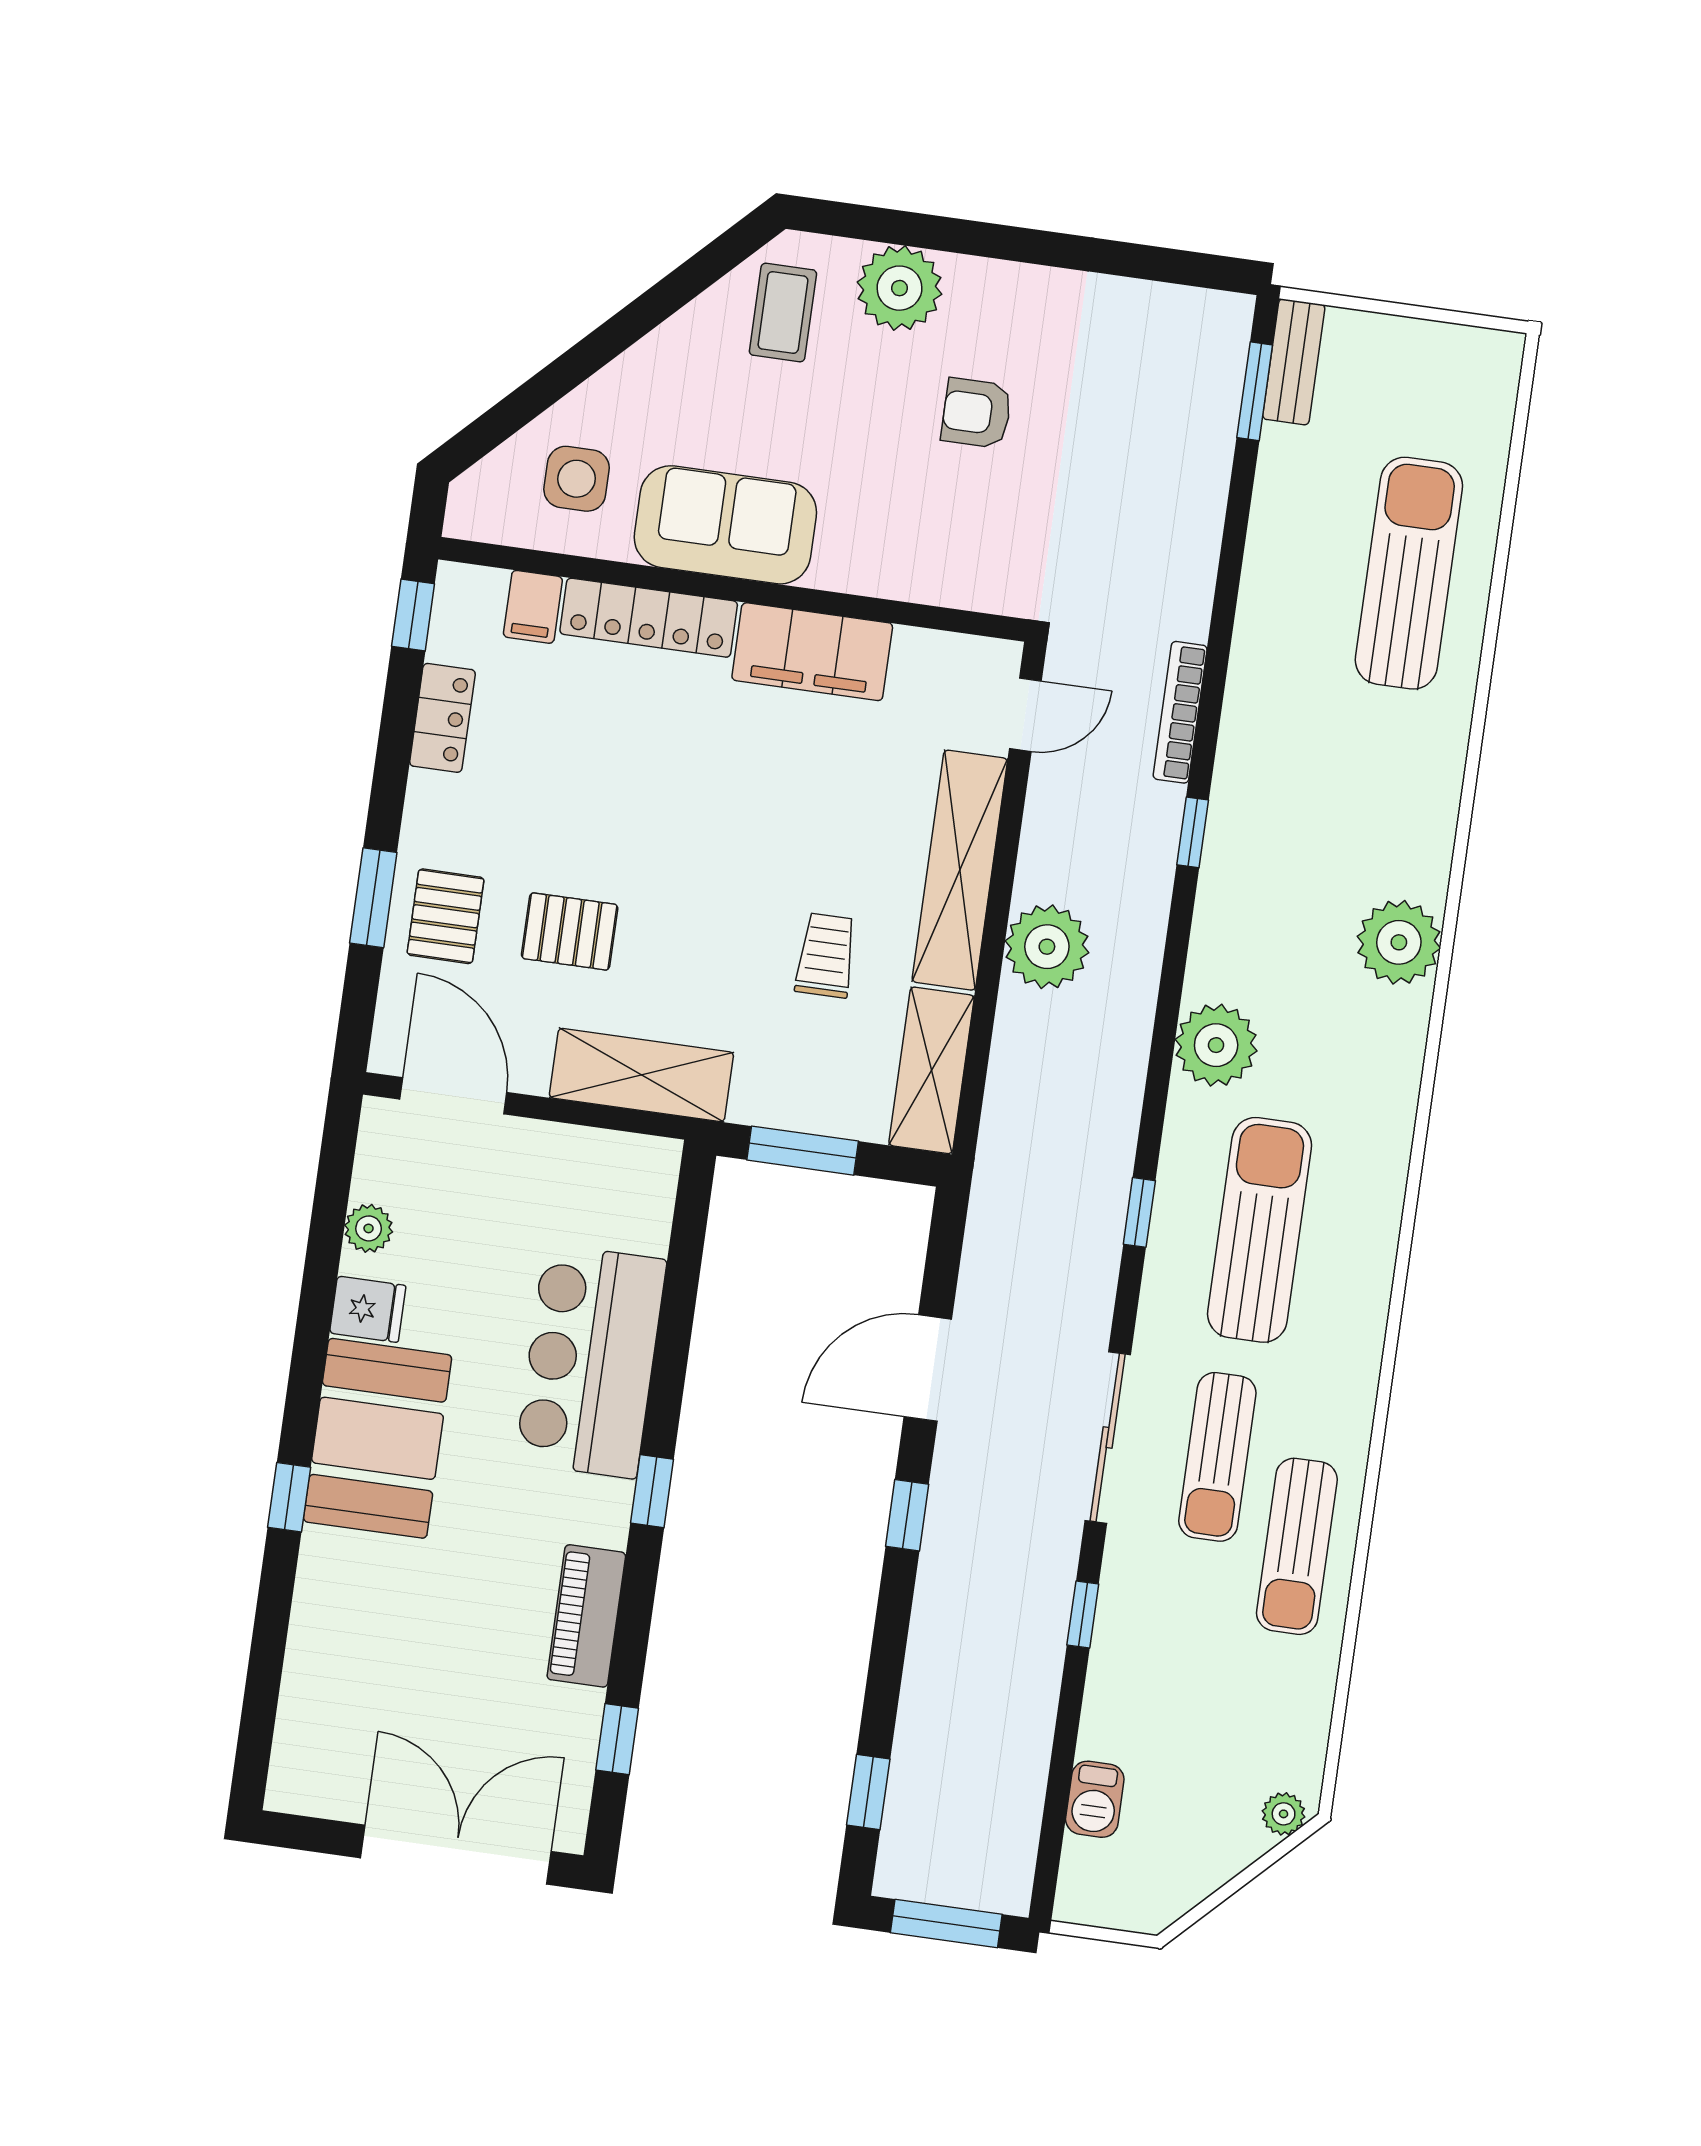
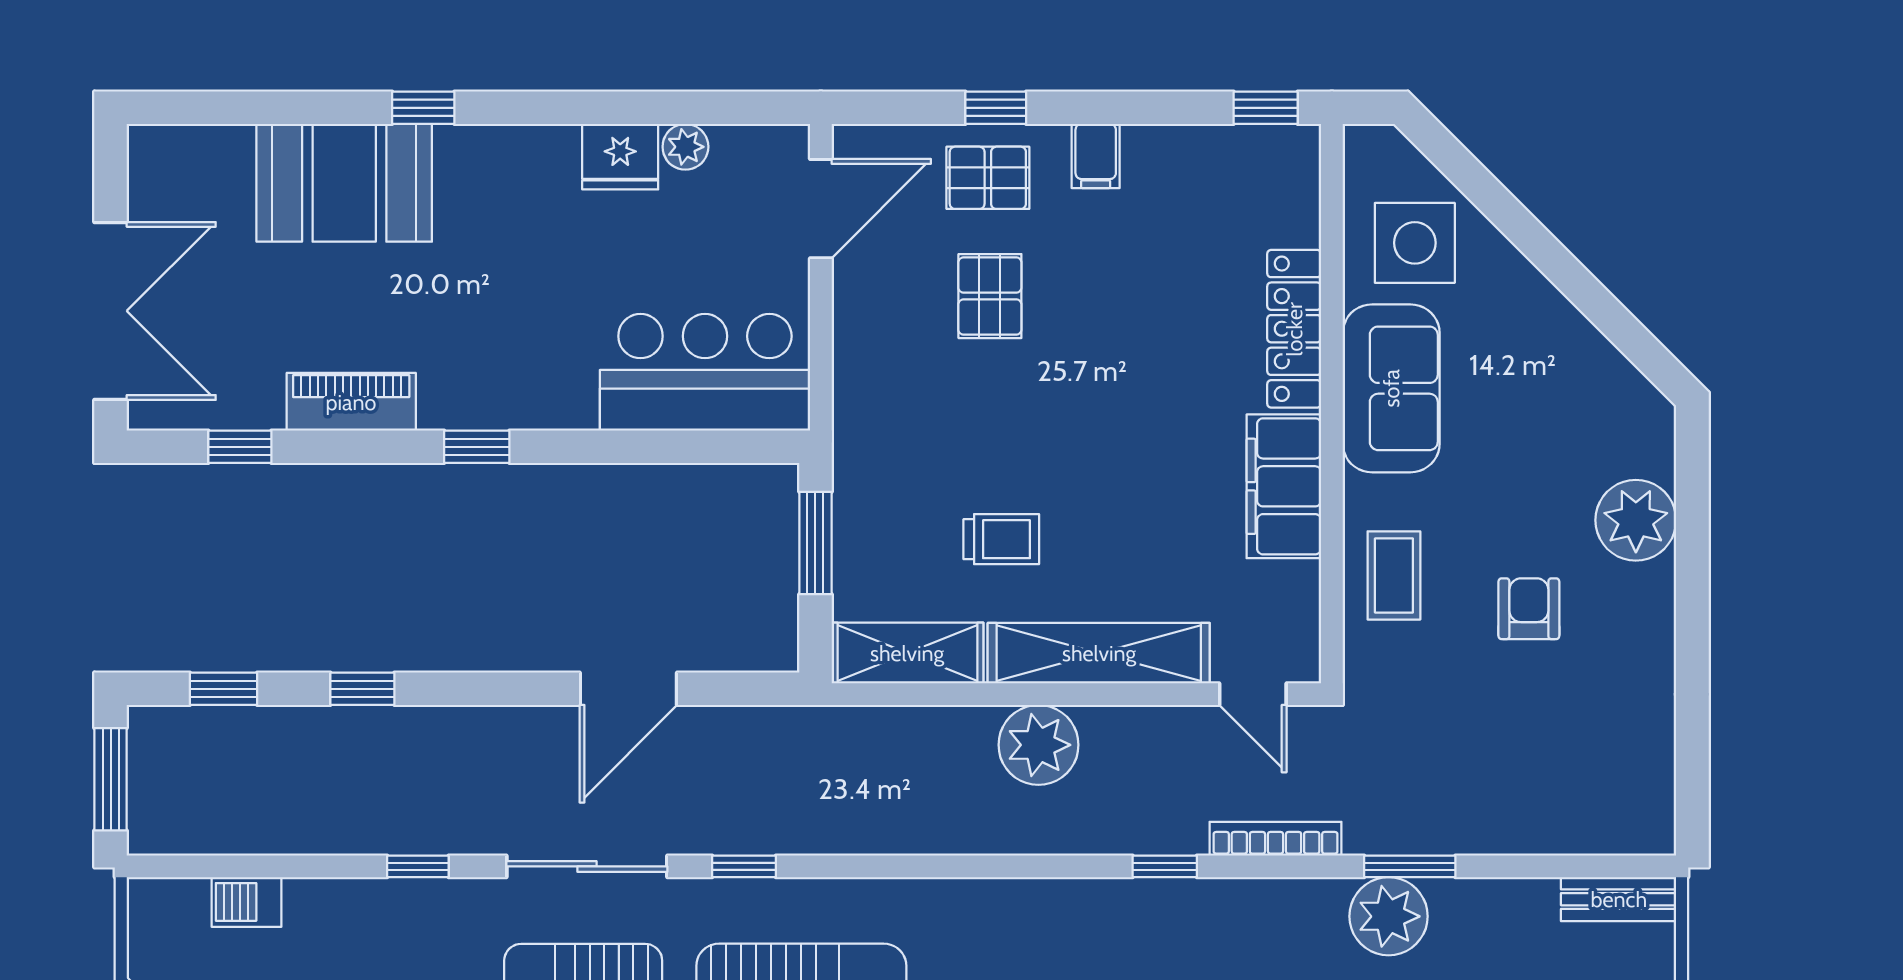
coffee table: (783, 312) -> (1394, 575), moved, turned 90
window: (1255, 391) -> (1410, 866), moved
side table: (577, 479) -> (1415, 243), width x1.37, depth x1.37
filing cabinet: (533, 607) -> (1096, 156), moved, turned -90
locker: (442, 718) -> (1173, 149), removed
window: (373, 898) -> (996, 108), width x0.67
plant: (1216, 1045) -> (1389, 916), moved
shelving: (641, 1075) -> (865, 382), removed
window: (1139, 1212) -> (744, 866), moved
fridge: (368, 1309) -> (620, 157), width x1.38
bar counter: (591, 1361) -> (705, 372), moved
door: (928, 1368) -> (628, 689), swing flipped
booth: (378, 1438) -> (344, 183), moved
window: (907, 1515) -> (362, 689), moved

